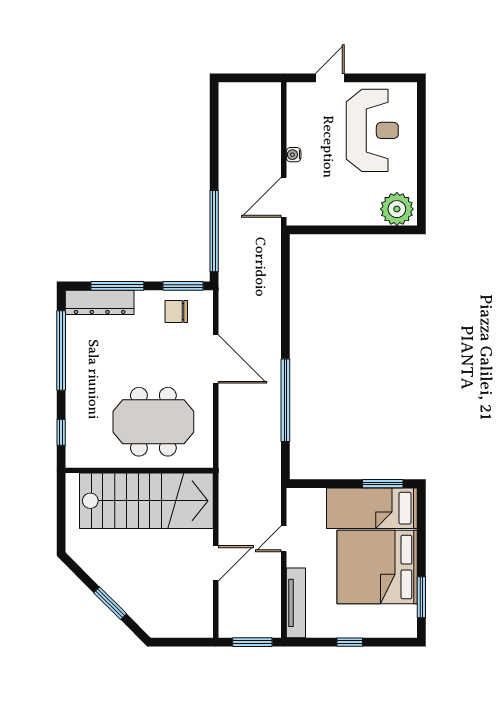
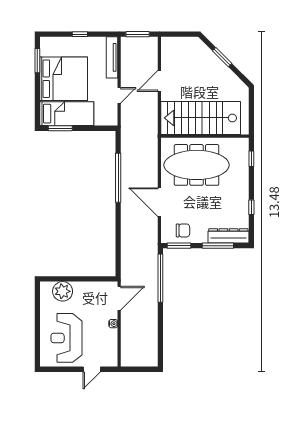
plant: (397, 209) -> (63, 291), moved
window: (61, 351) -> (251, 207), width x0.32
meeting table: (153, 422) -> (197, 165), width x1.36

